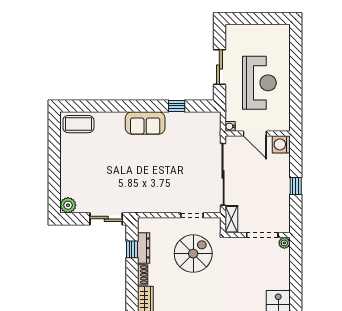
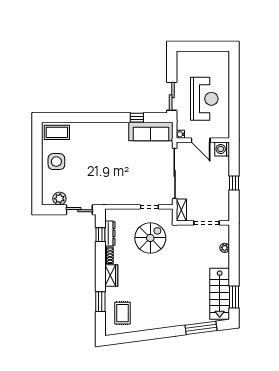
sliding door: (219, 67) -> (172, 96), moved
sofa: (145, 123) -> (151, 132), moved, width x1.36
side table: (78, 160) -> (56, 162), added
plant: (68, 205) -> (59, 199), moved
plant: (284, 243) -> (225, 248), moved

